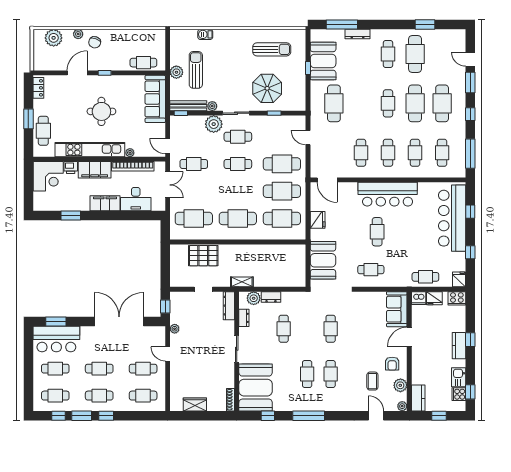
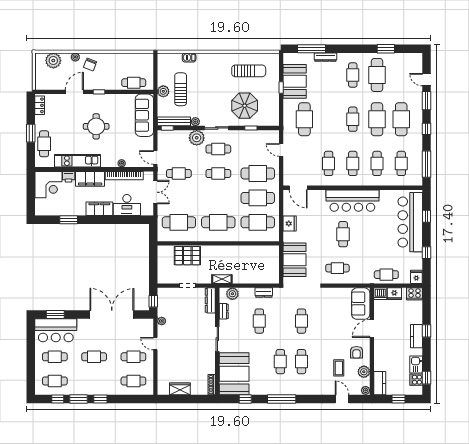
kitchen unit: (90, 150) -> (77, 161), width x0.73
dresser: (271, 297) -> (264, 293), moved
cafe table: (99, 396) -> (94, 381), removed

